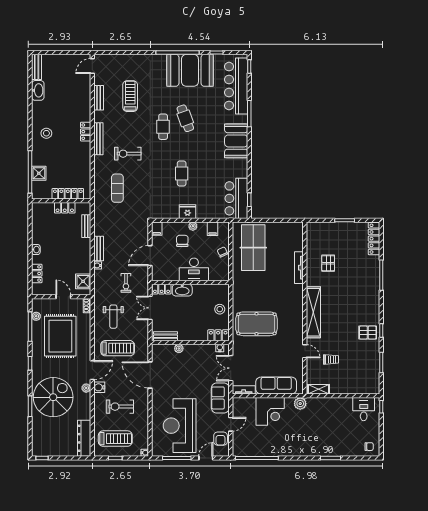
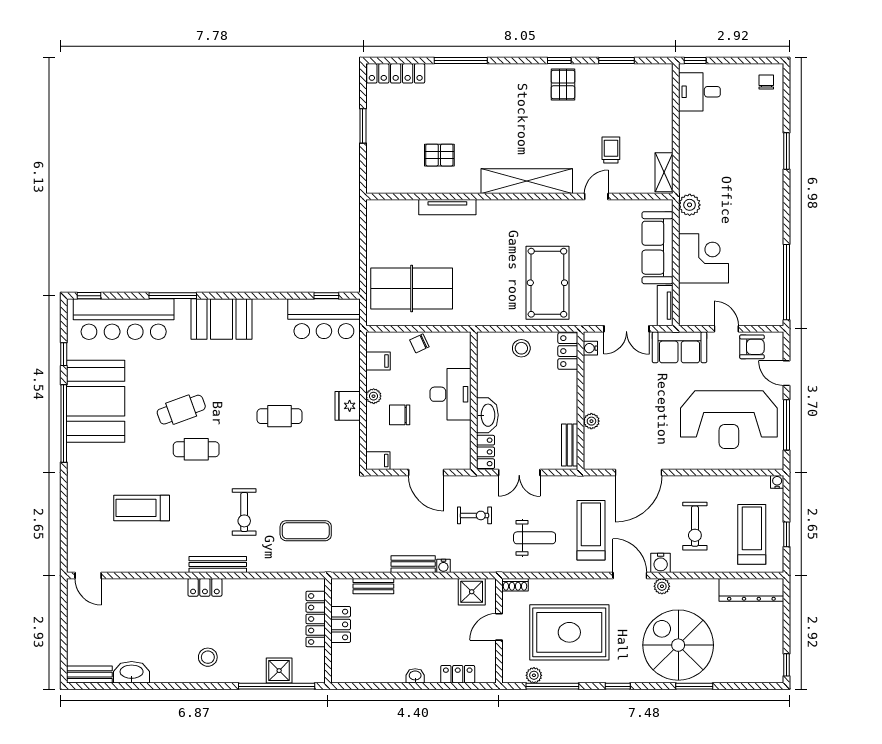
bench: (99, 98) -> (145, 564), removed

